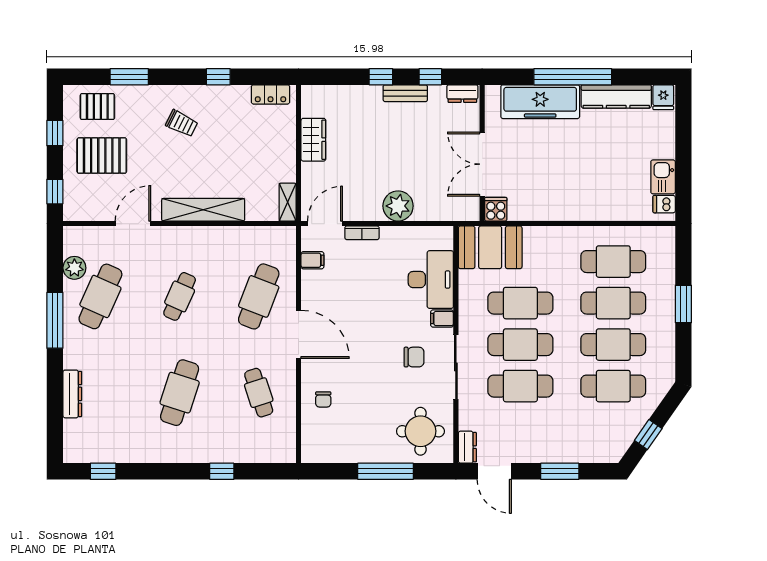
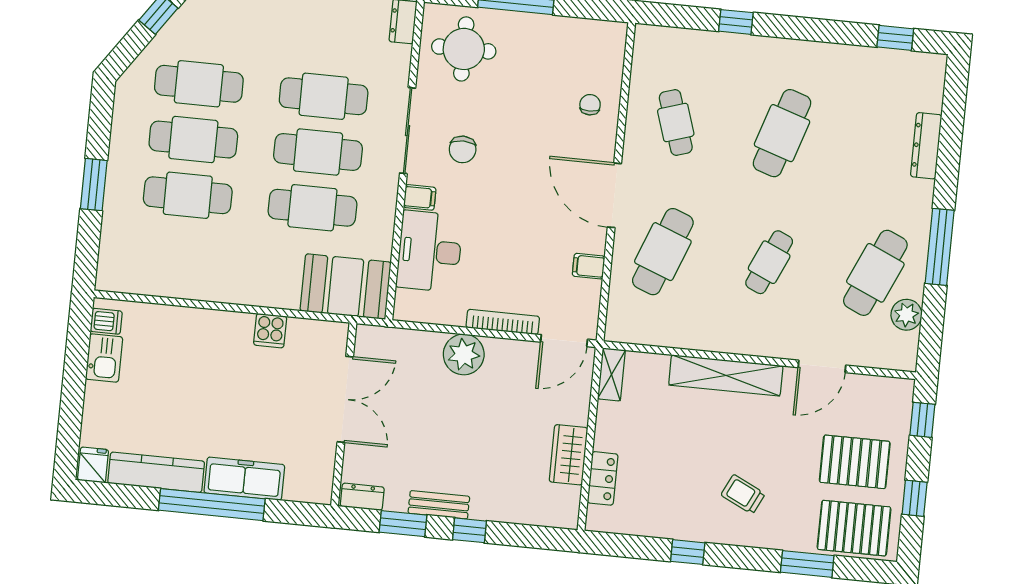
window: (430, 77) -> (403, 524), width x1.50
locker: (270, 94) -> (603, 478), moved, turned 90
freezer: (540, 102) -> (244, 479), width x0.73, depth x0.79
pallet: (97, 107) -> (854, 528), width x1.50, depth x1.42
cooker: (496, 209) -> (270, 331), moved
bookcase: (362, 233) -> (503, 322), width x1.56
filing cabinet: (312, 260) -> (589, 266), moved
cafe table: (613, 262) -> (182, 251), removed
chair: (414, 357) -> (463, 149), turned -90

